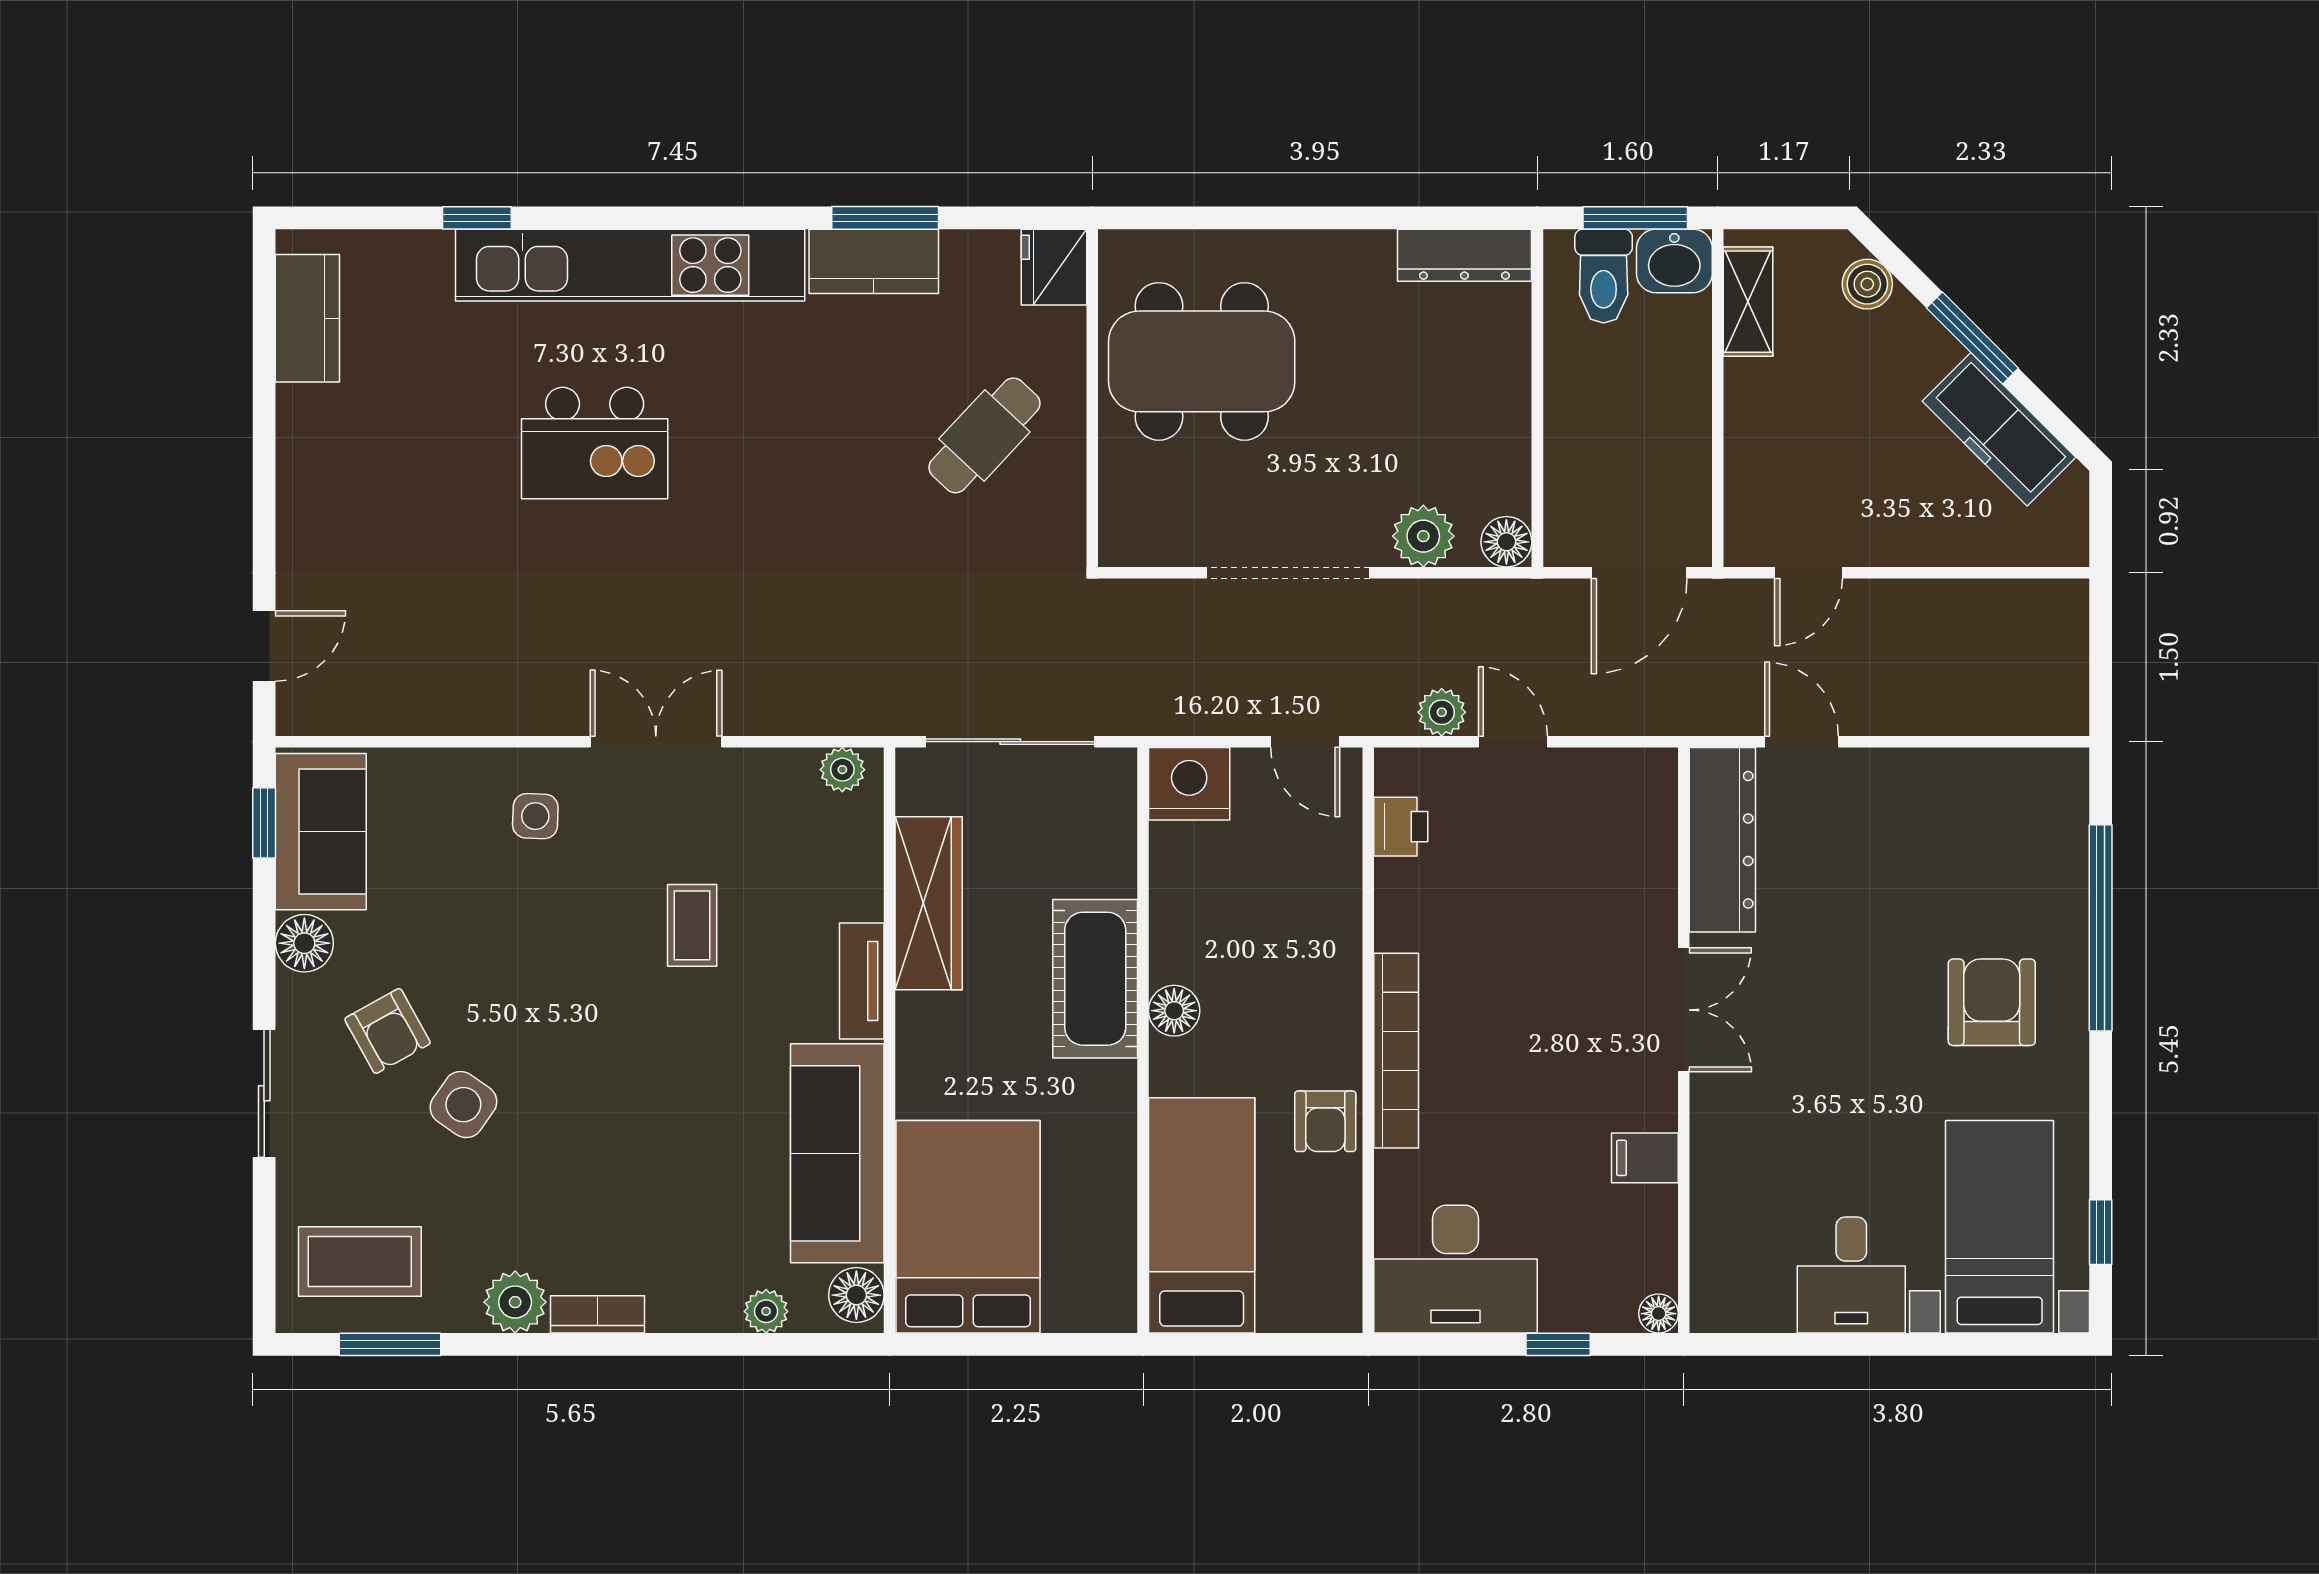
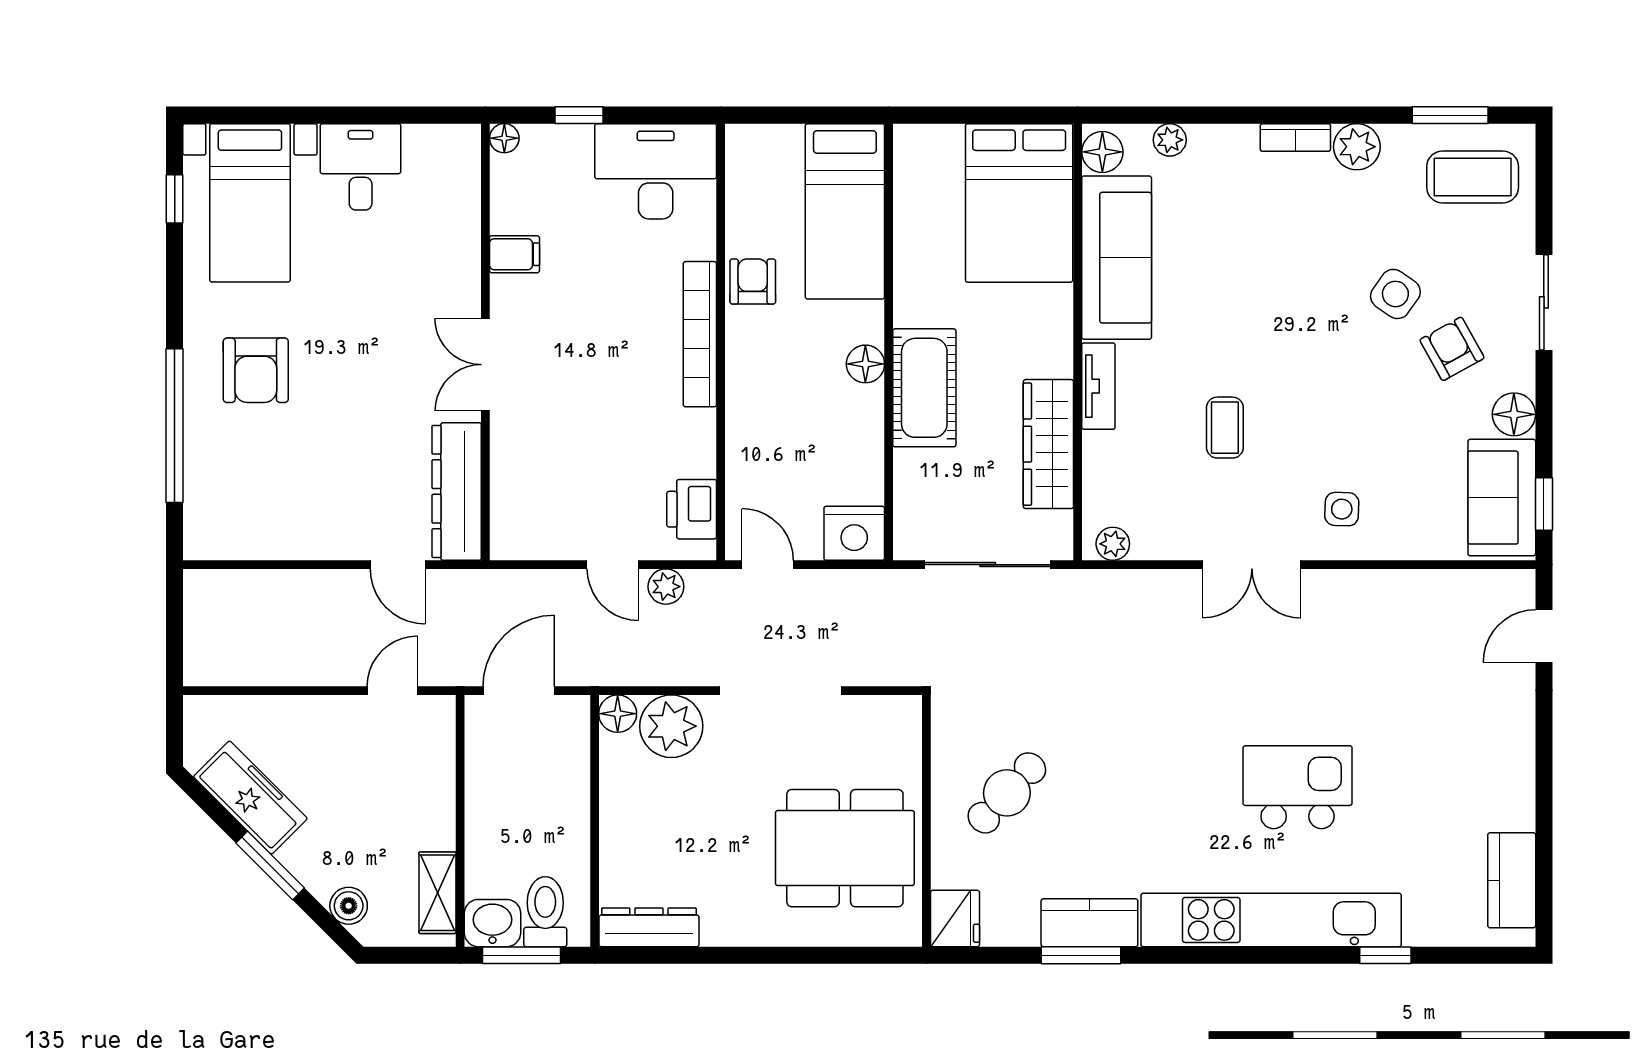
plant: (1423, 536) -> (671, 726), width x1.36, depth x1.36
printer: (1401, 827) -> (692, 509), width x1.36, depth x1.24

